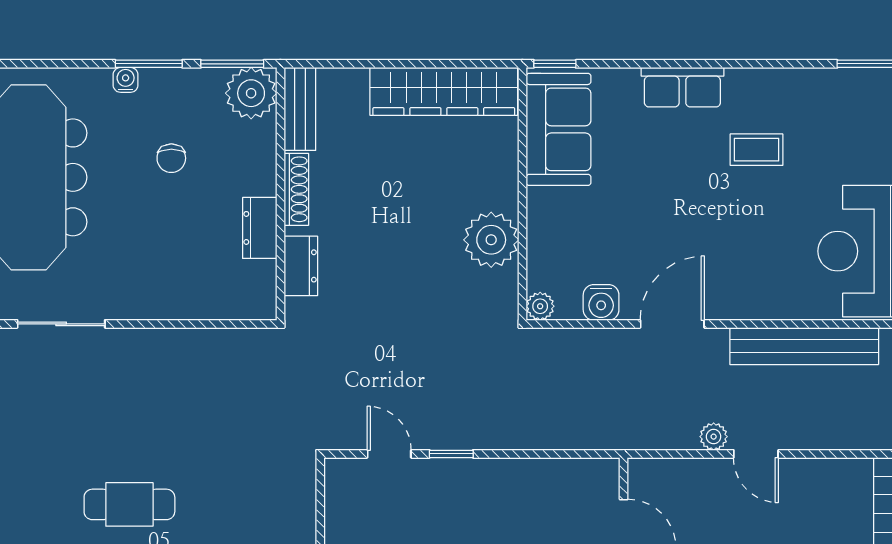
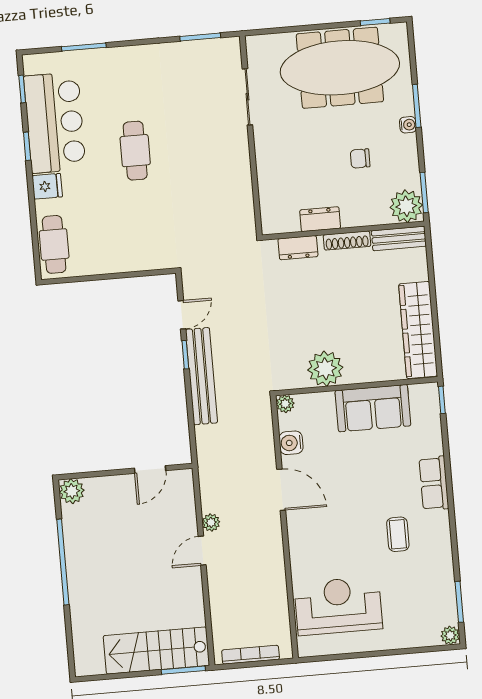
window: (149, 64) -> (417, 106), moved
sofa: (558, 129) -> (373, 408), moved
bench: (804, 346) -> (202, 376), moved

